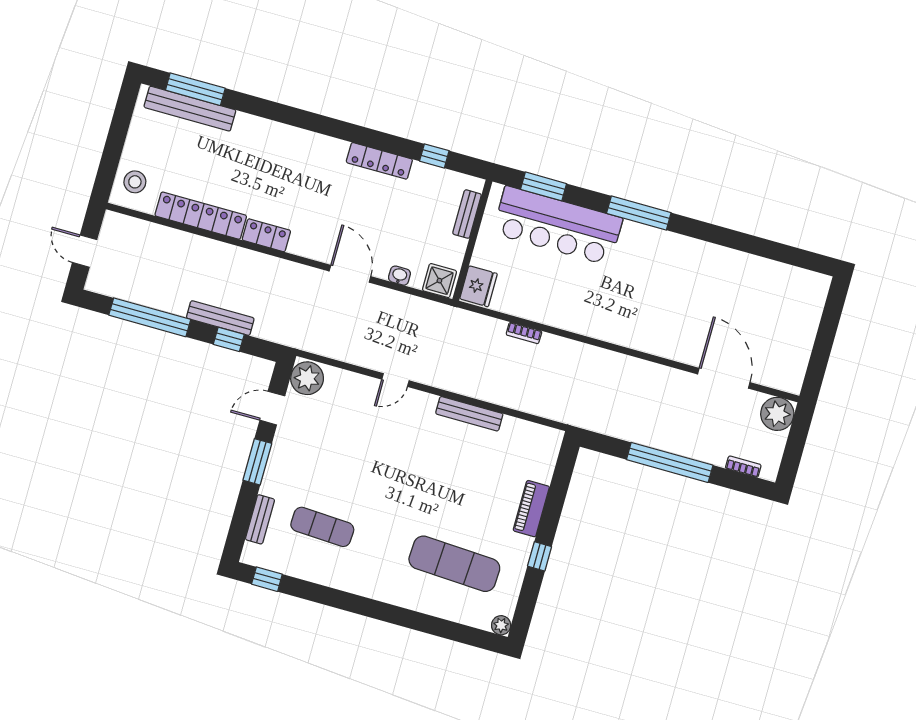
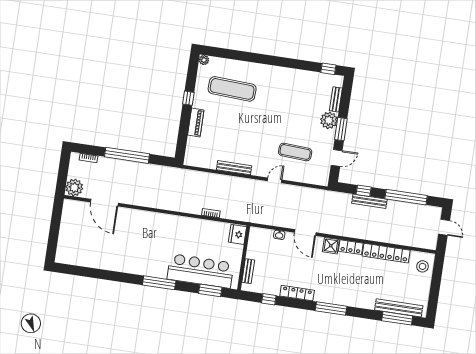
window: (319, 124) -> (331, 308), added
shower: (439, 281) -> (331, 246), moved
plant: (307, 378) -> (329, 120), moved
exercise mat: (322, 527) -> (295, 152), moved

